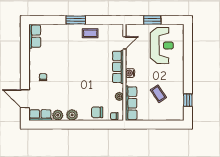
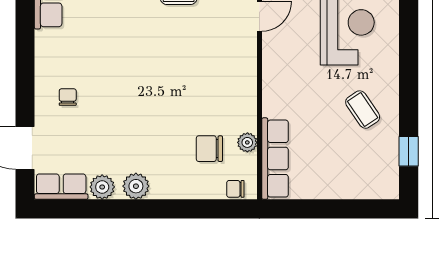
row of seats: (118, 67) -> (244, 73), removed
water cooler: (130, 73) -> (272, 87), removed
coffee table: (158, 94) -> (363, 110), moved
chair: (97, 112) -> (209, 149), moved

